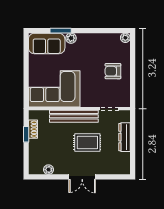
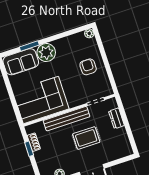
plant: (71, 38) -> (46, 52), width x1.88, depth x1.88
armchair: (113, 71) -> (88, 67), turned 90
dresser: (124, 137) -> (116, 118), width x0.70

